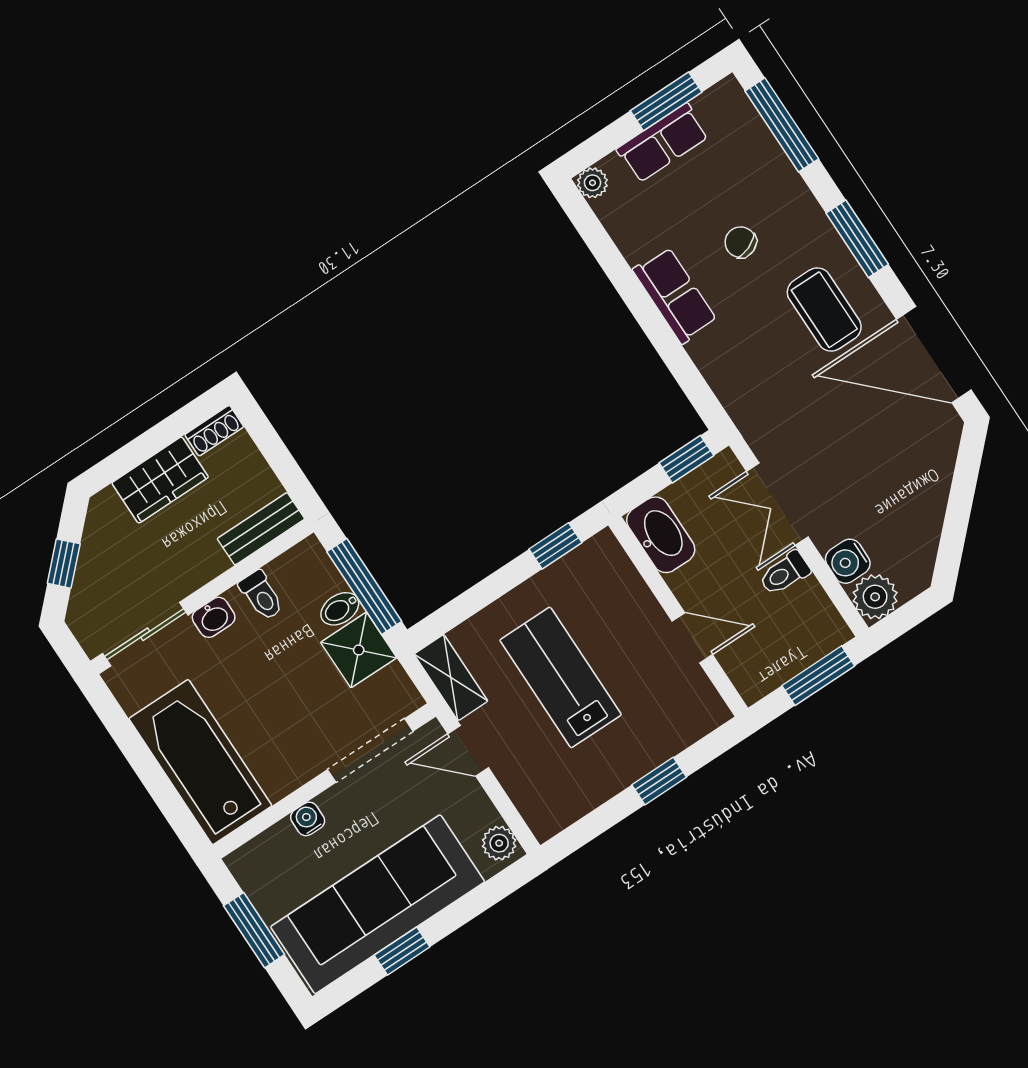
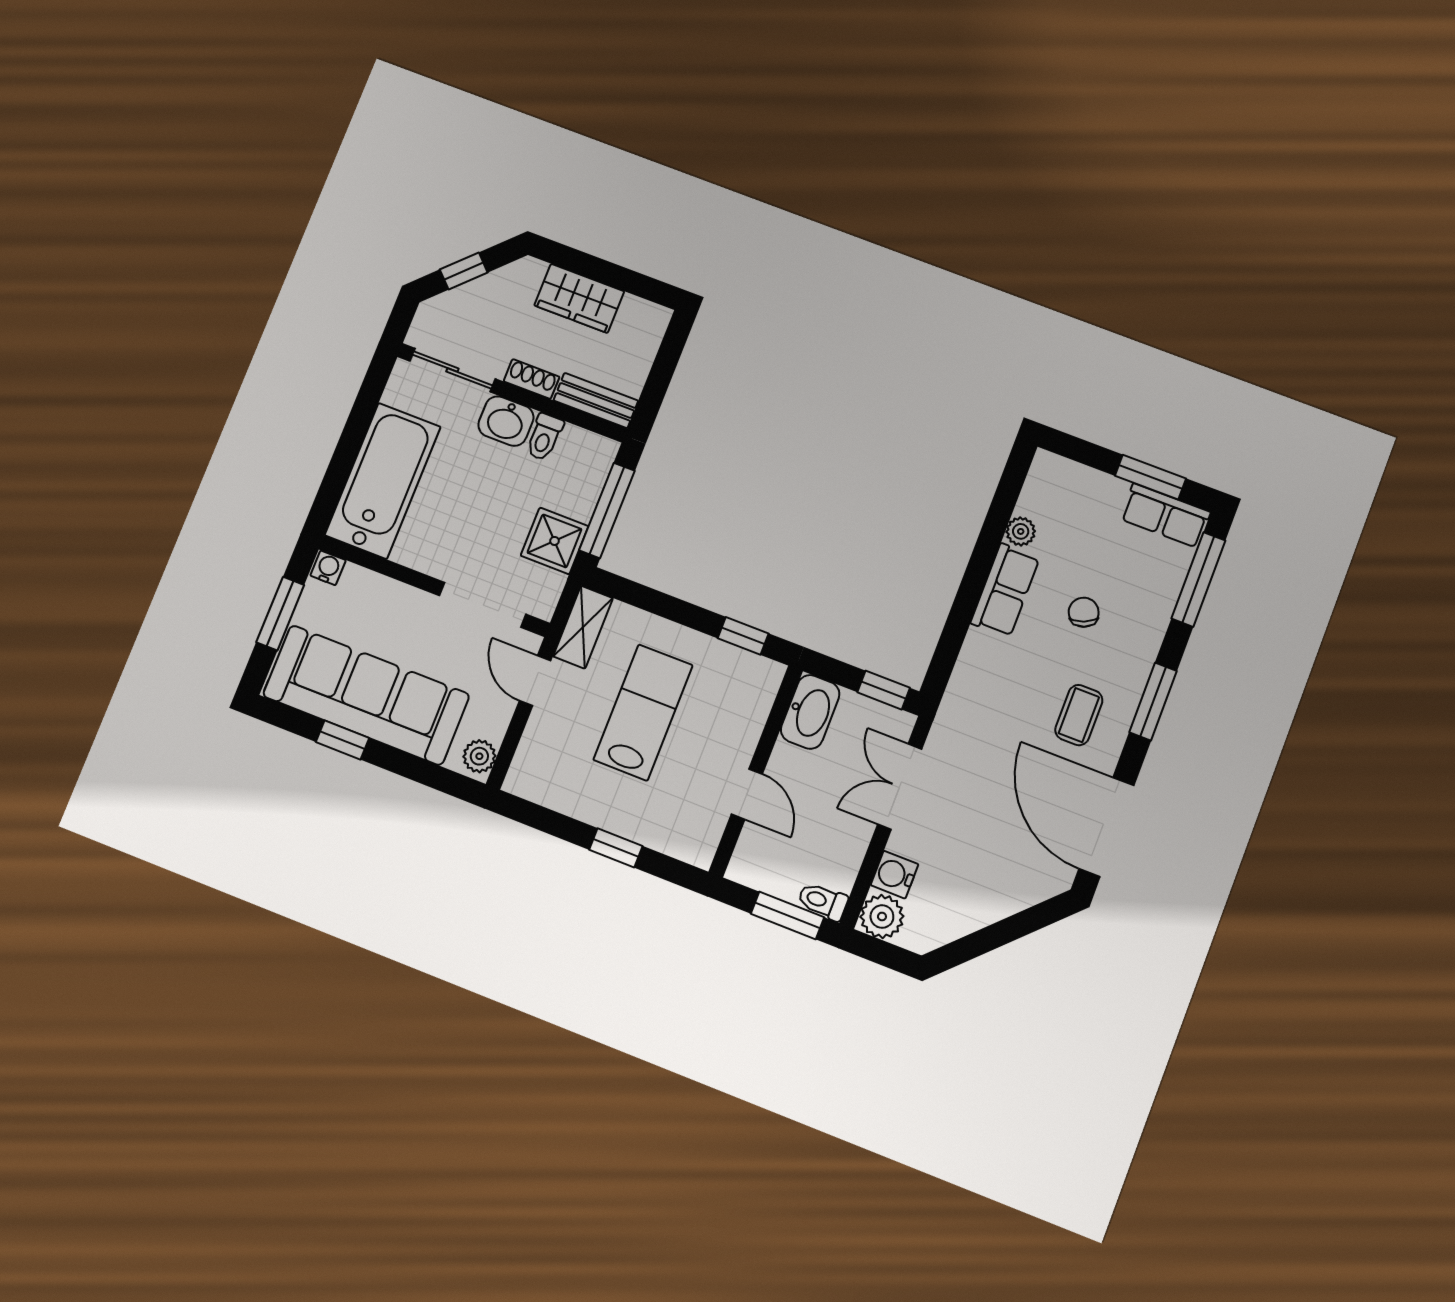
row of seats: (663, 143) -> (1165, 516), moved
plant: (592, 183) -> (1021, 531), moved
coffee table: (824, 310) -> (1079, 715), width x0.73, depth x0.77
shoe rack: (214, 431) -> (532, 379), moved, turned 180
toilet: (785, 573) -> (823, 901), moved
bidet: (340, 609) -> (576, 504), removed
washbasin: (214, 617) -> (506, 421), width x1.38, depth x1.45
water cooler: (308, 819) -> (328, 568), moved

